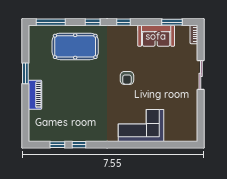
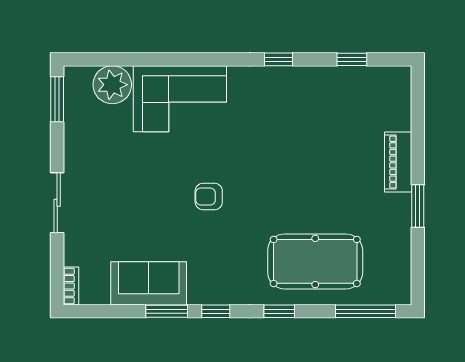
window: (172, 22) -> (167, 311), moved
armchair: (127, 78) -> (209, 197), turned -90
window: (201, 125) -> (57, 99), added
plant: (174, 132) -> (112, 85), added
window: (79, 145) -> (278, 59), moved

